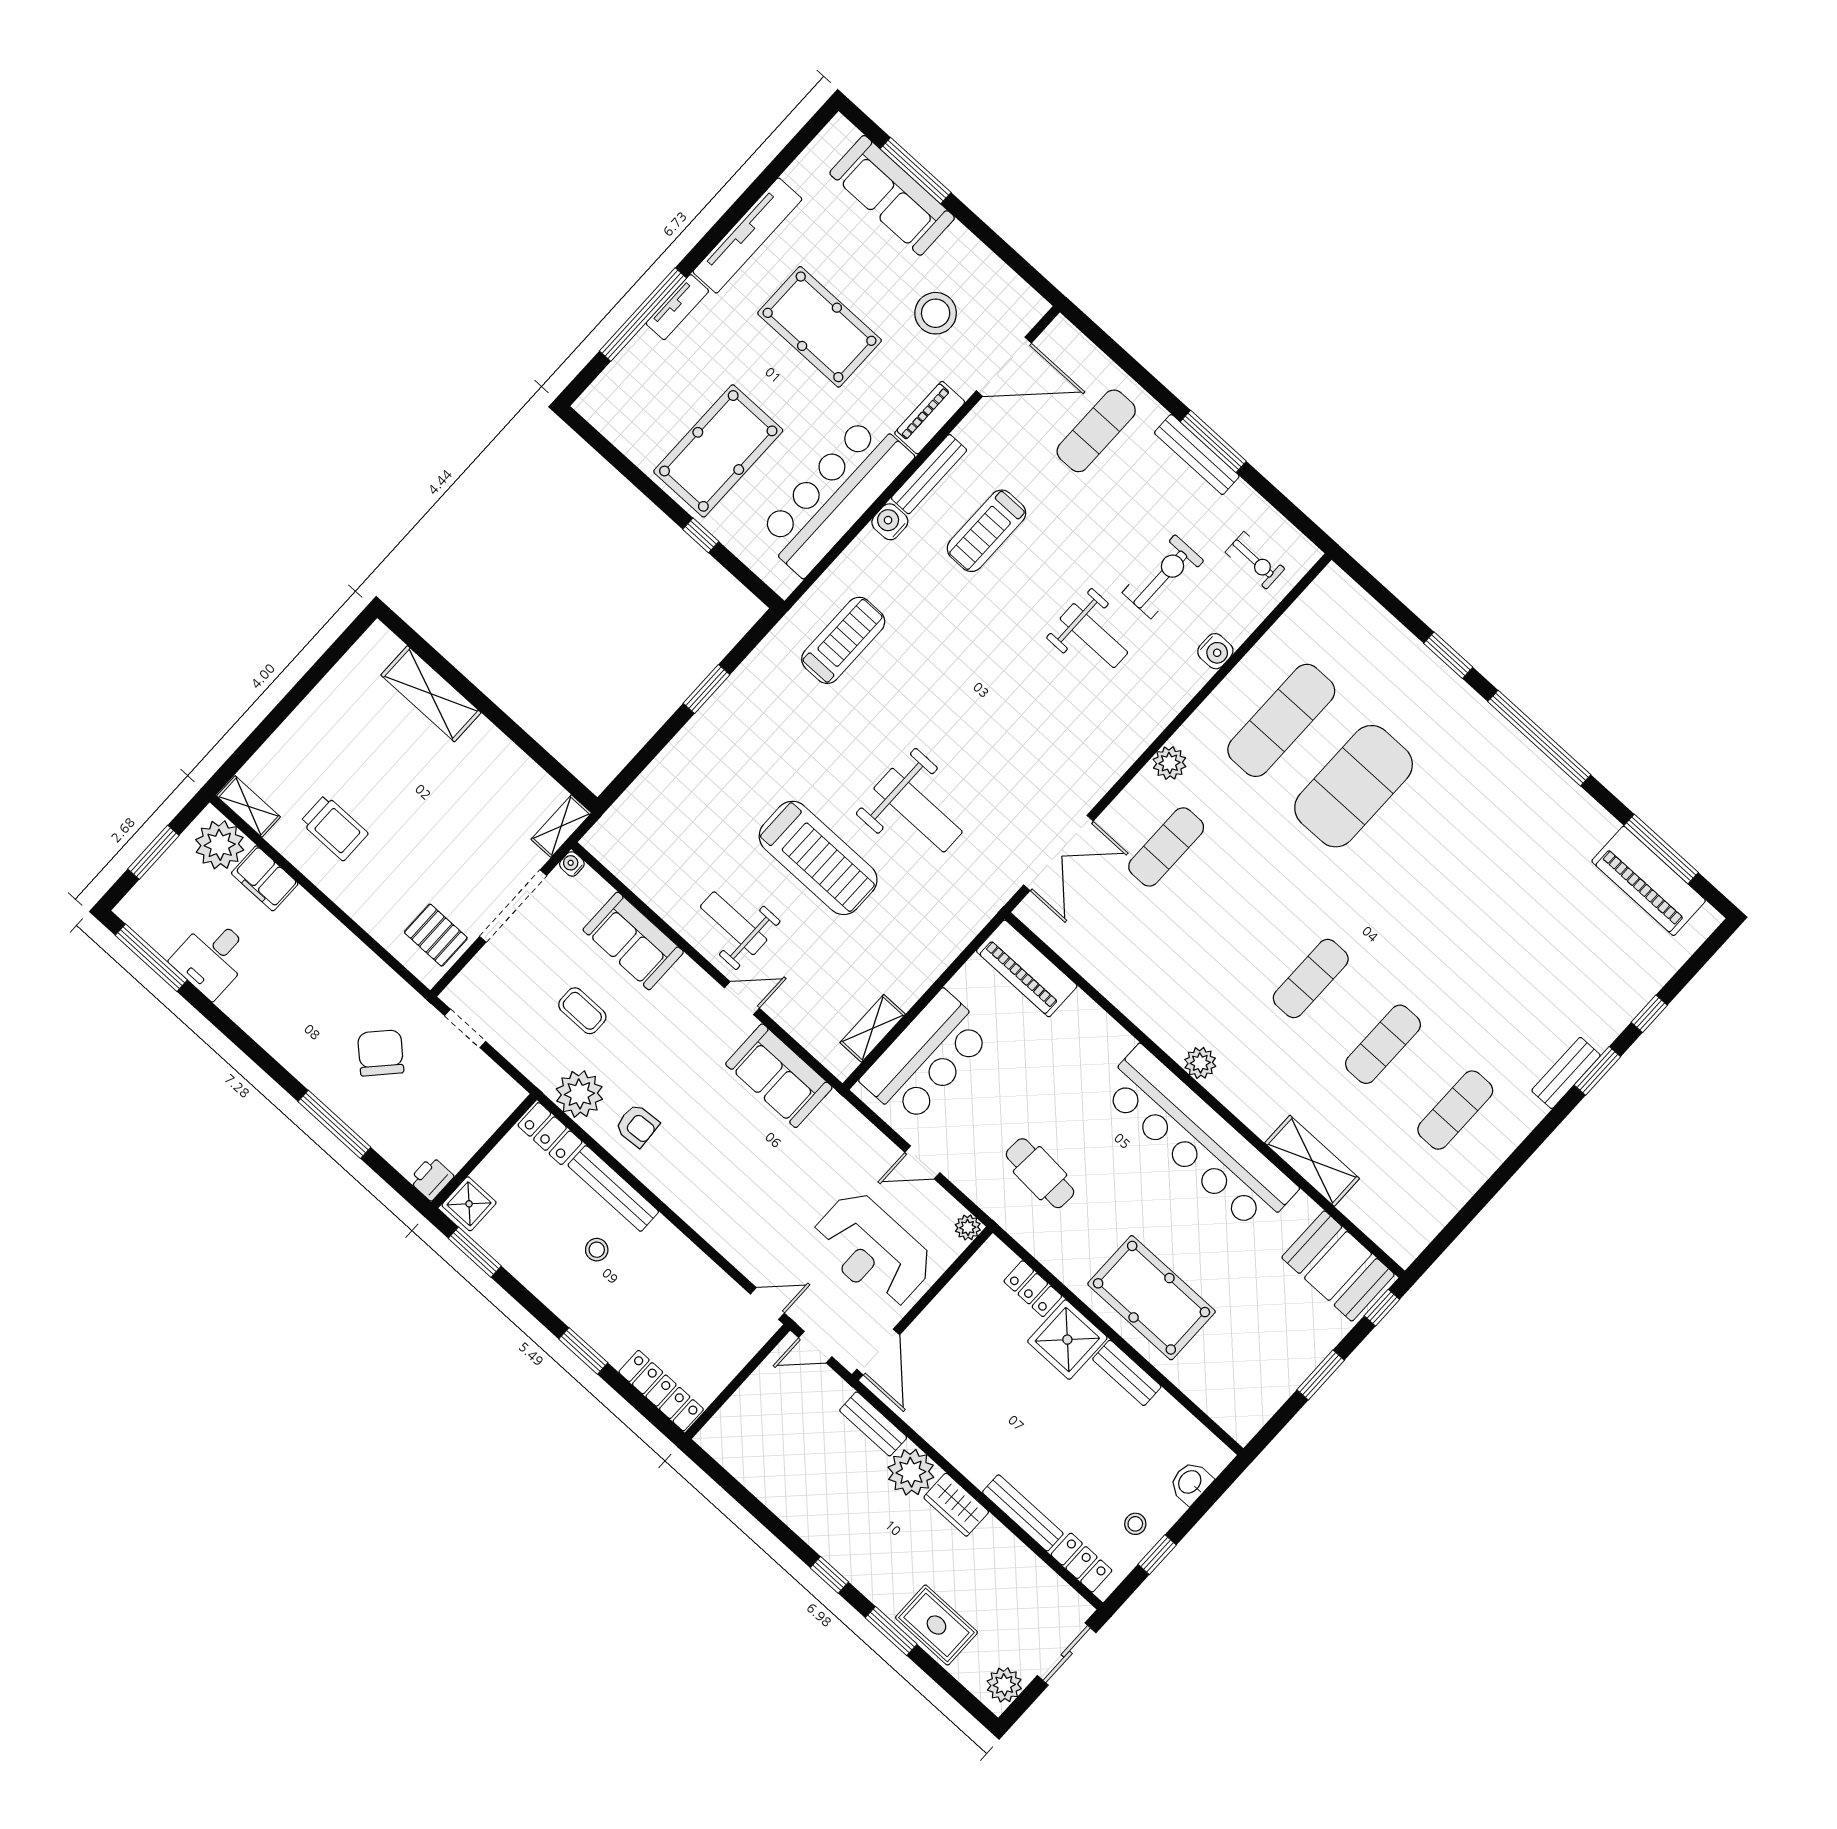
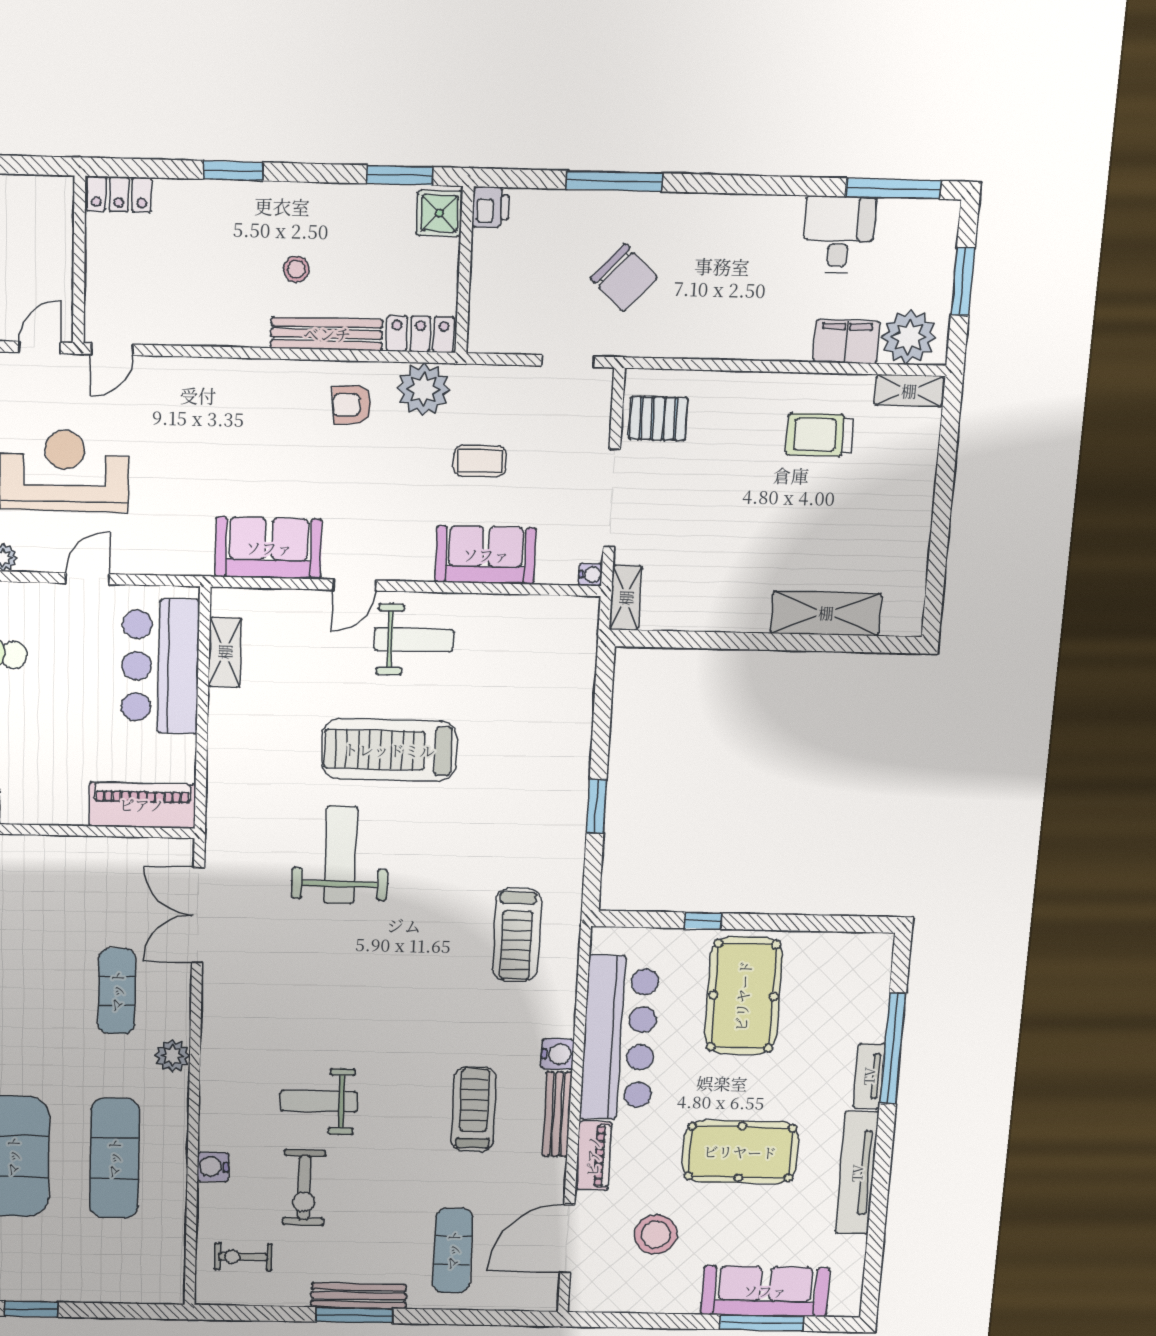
weight bench: (918, 810) -> (341, 855), turned 90
locker: (661, 1391) -> (119, 194), width x0.66

